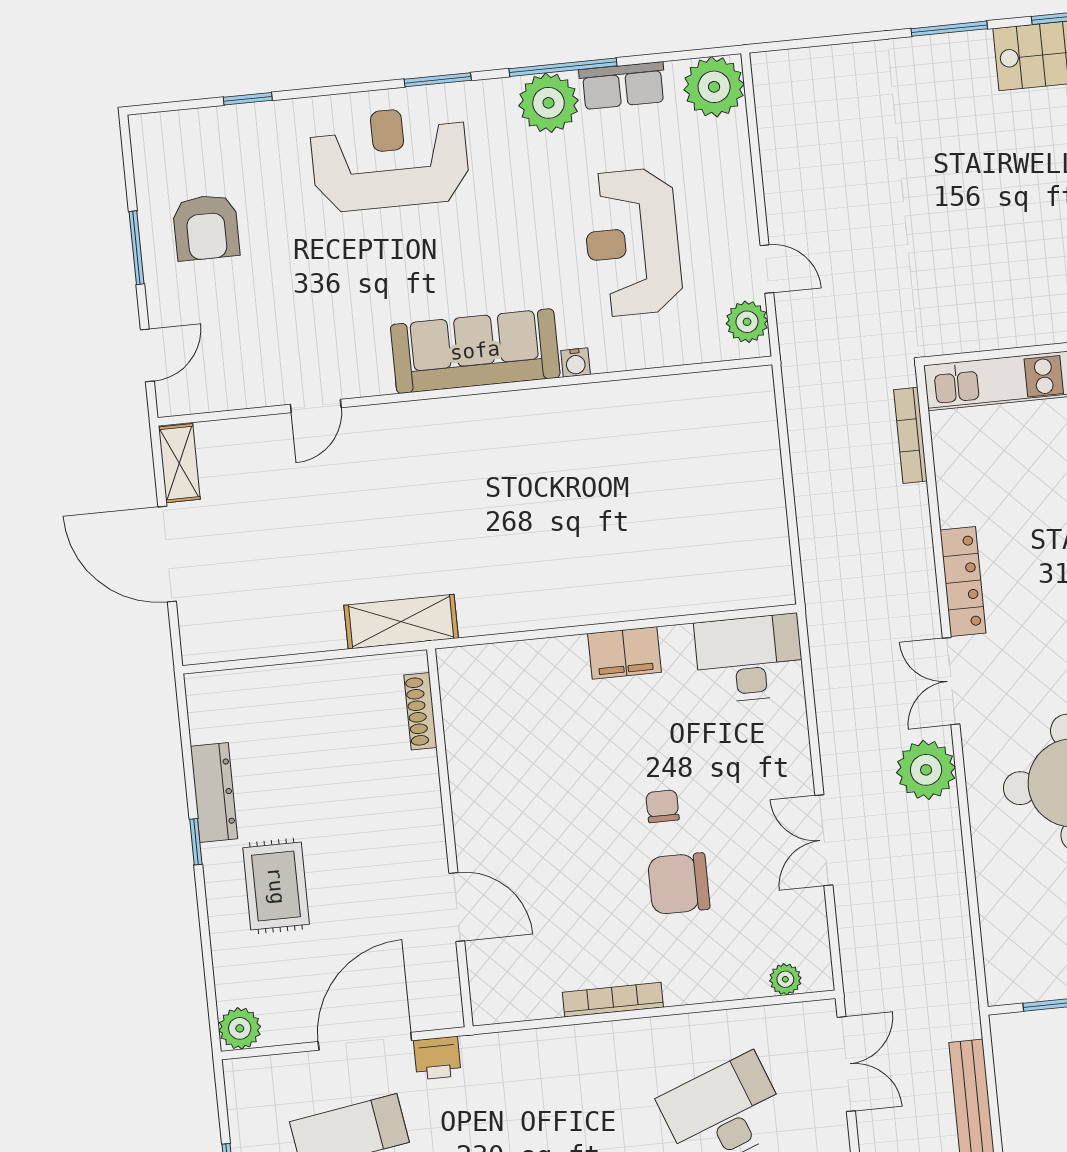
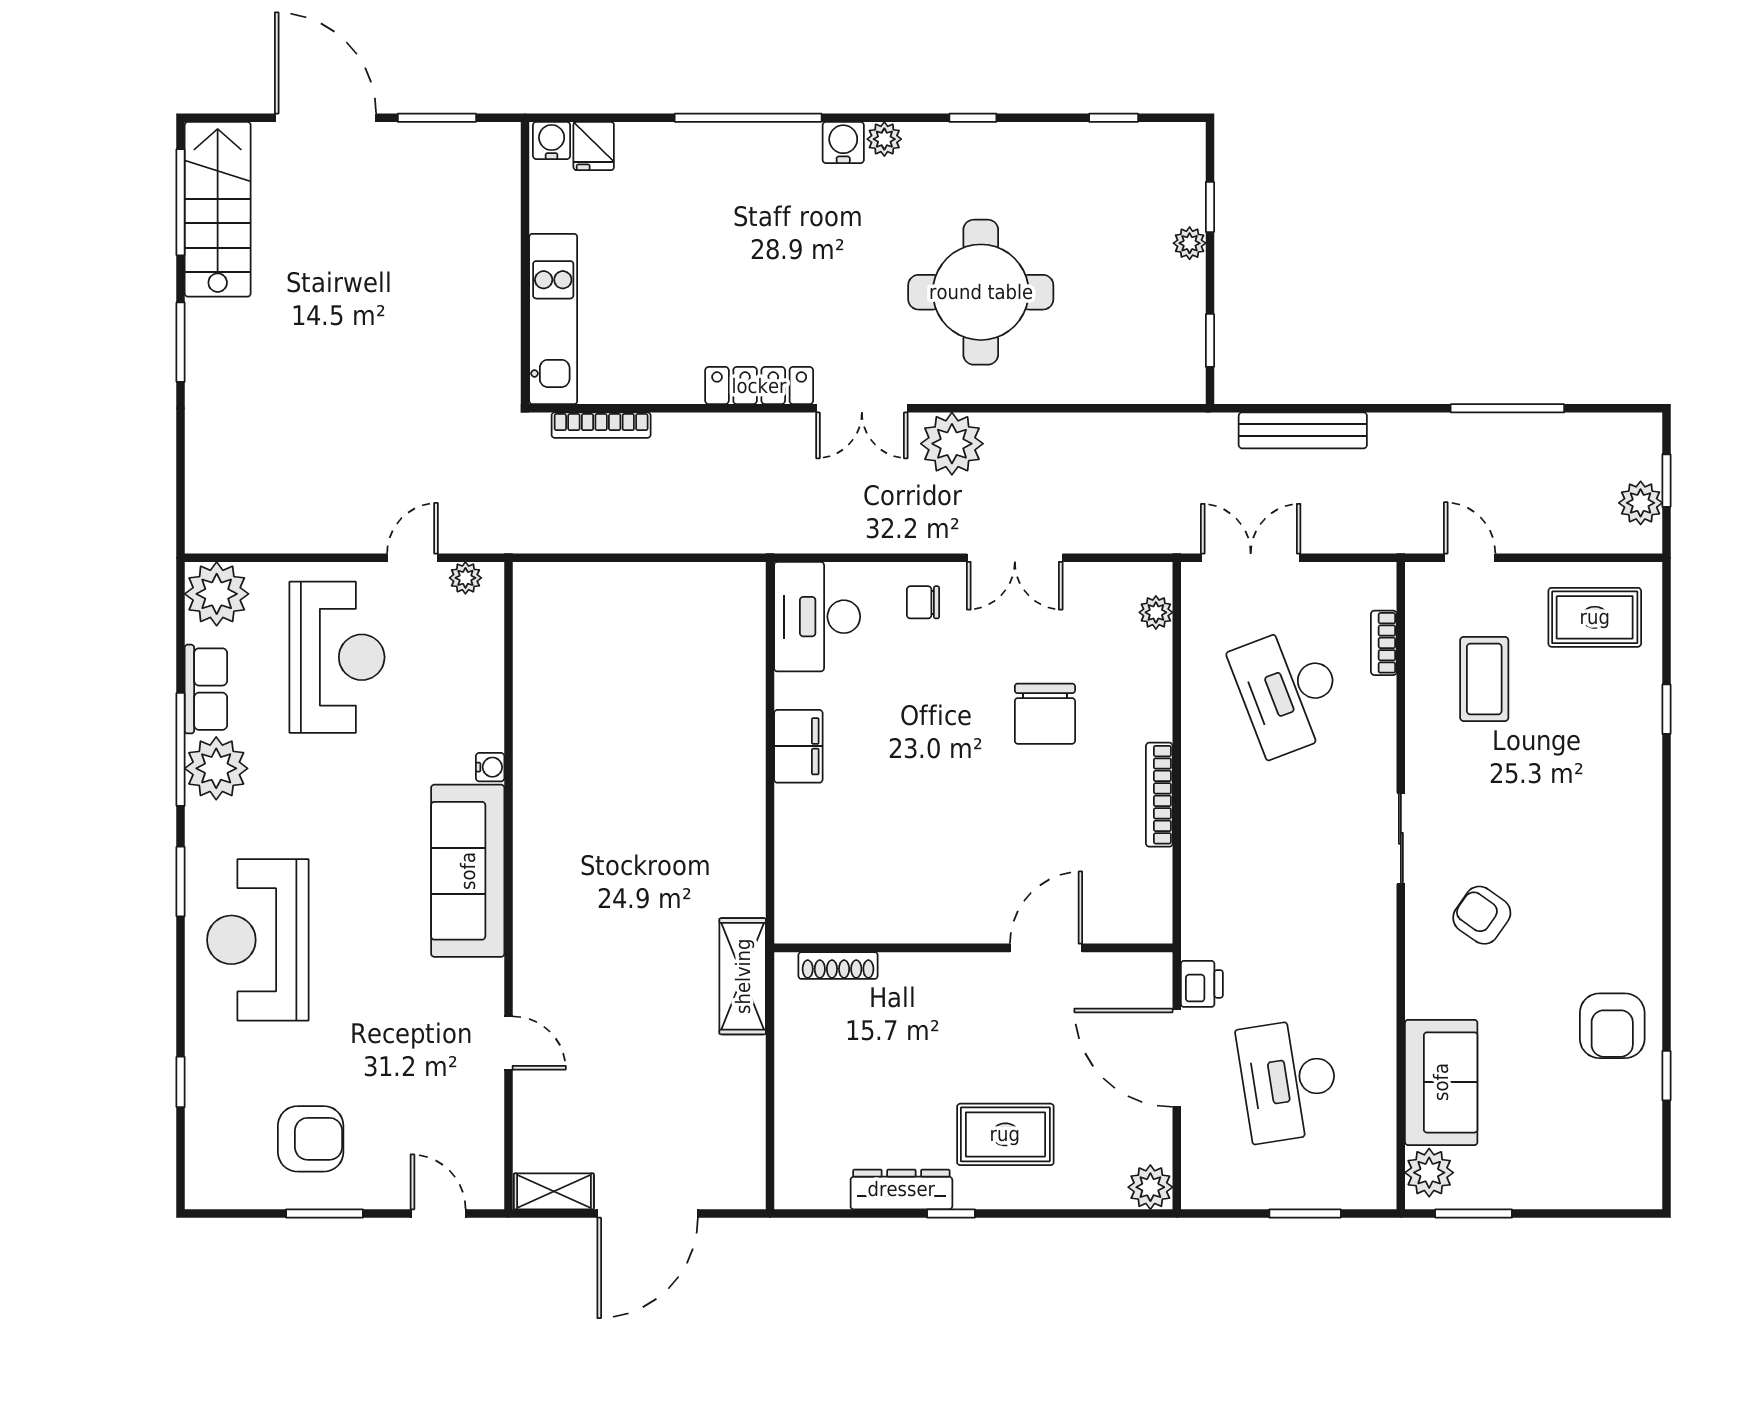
reception desk: (632, 242) -> (337, 657), moved, turned -90
plant: (747, 322) -> (465, 578), width x0.73, depth x0.73
chair: (662, 806) -> (923, 602), moved

